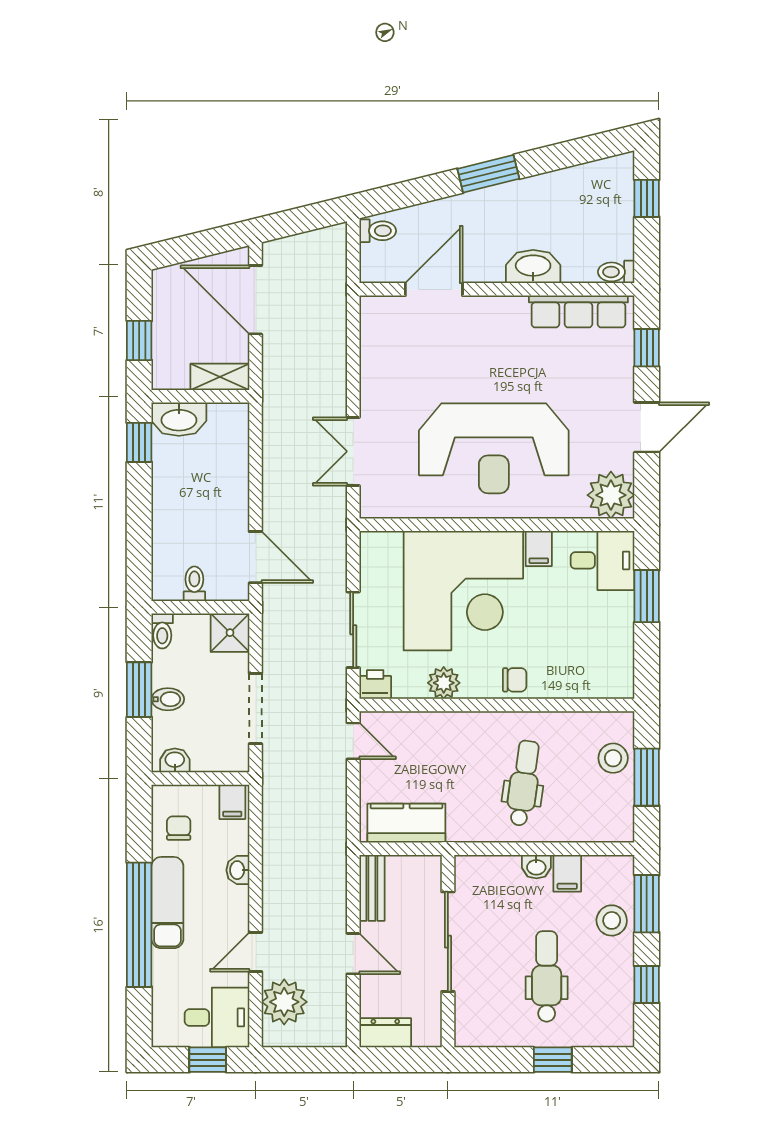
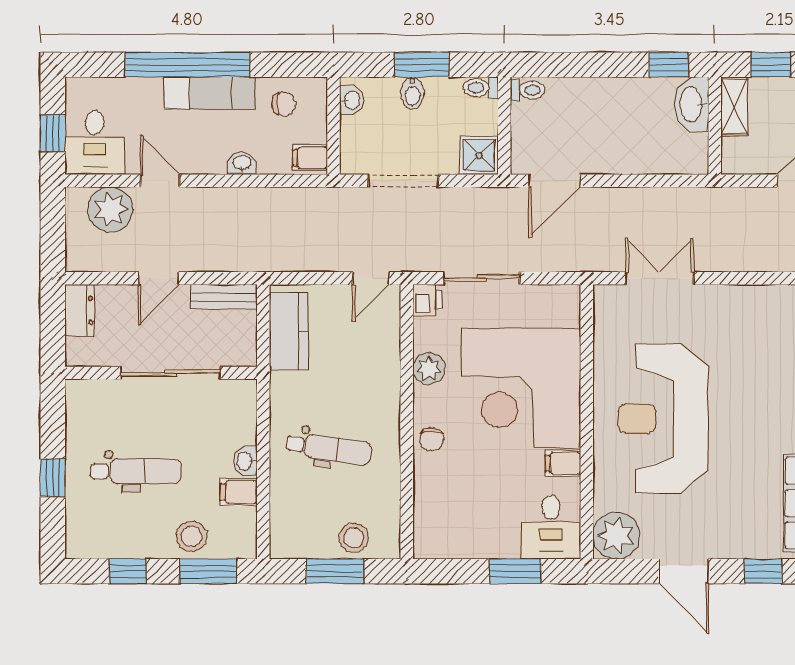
shelving: (220, 377) -> (734, 106), moved
toilet: (194, 584) -> (528, 90), moved

